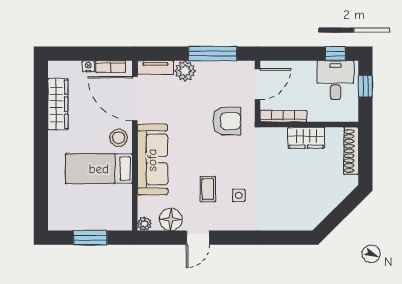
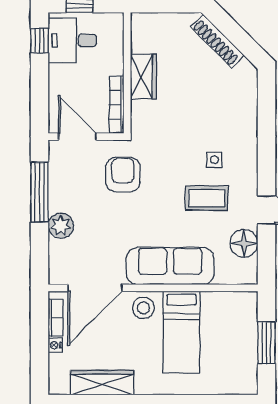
tv unit: (155, 67) -> (57, 262), removed
shoe rack: (351, 151) -> (217, 41), moved, turned 45
coffee table: (208, 189) -> (207, 198), width x1.36, depth x1.30
plant: (144, 224) -> (249, 276), removed

